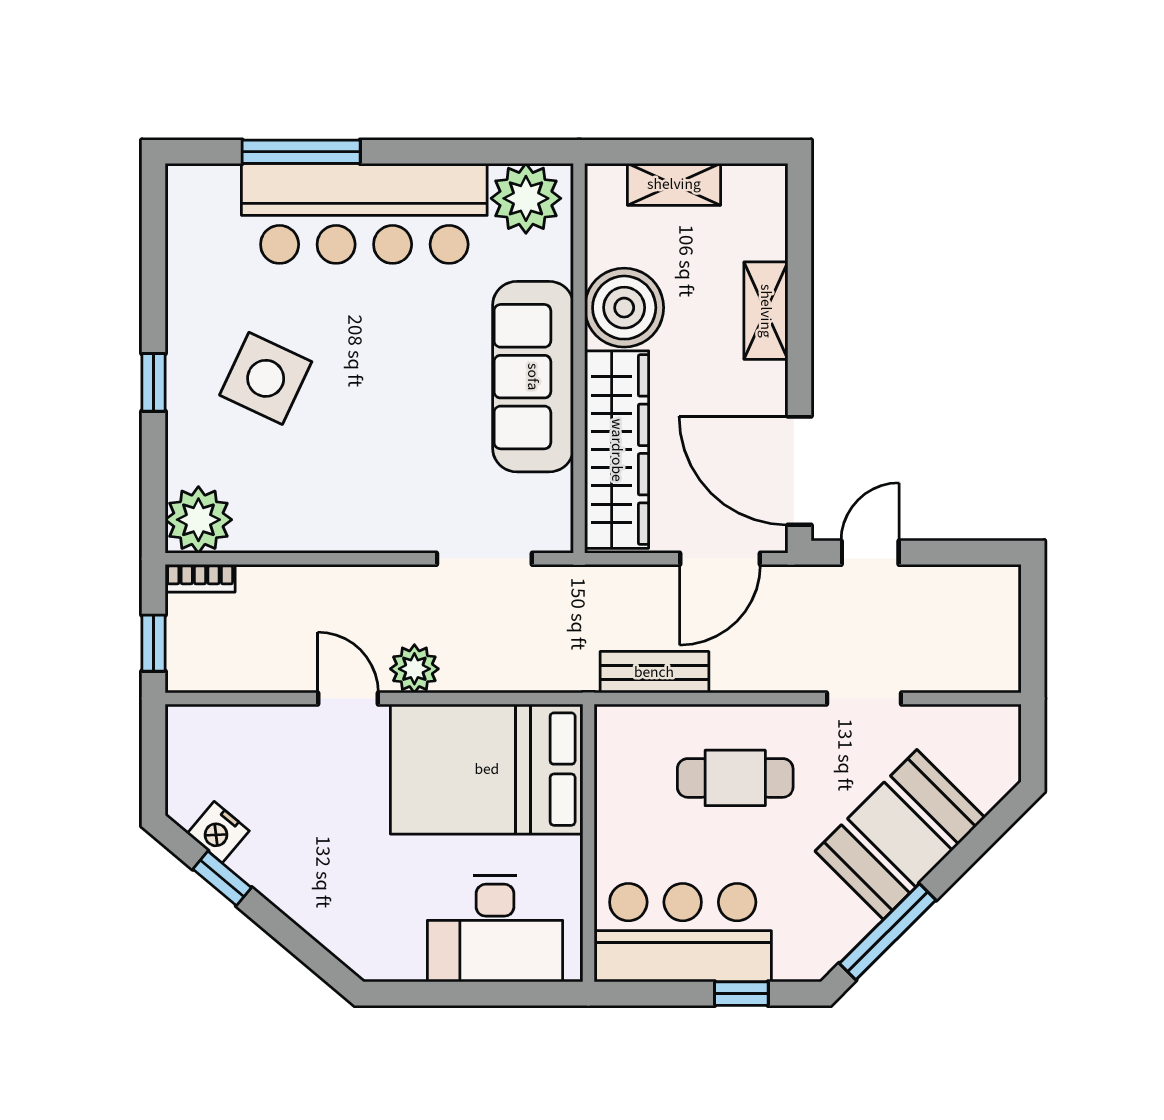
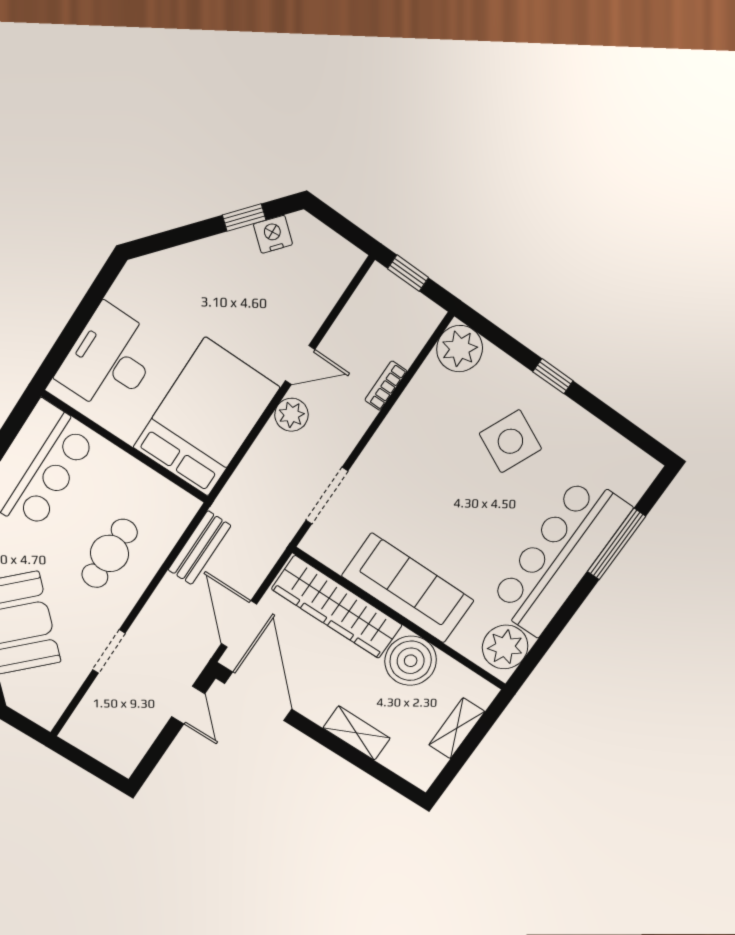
door: (800, 471) -> (258, 696), hinge flipped
bookcase: (200, 578) -> (386, 386), moved

